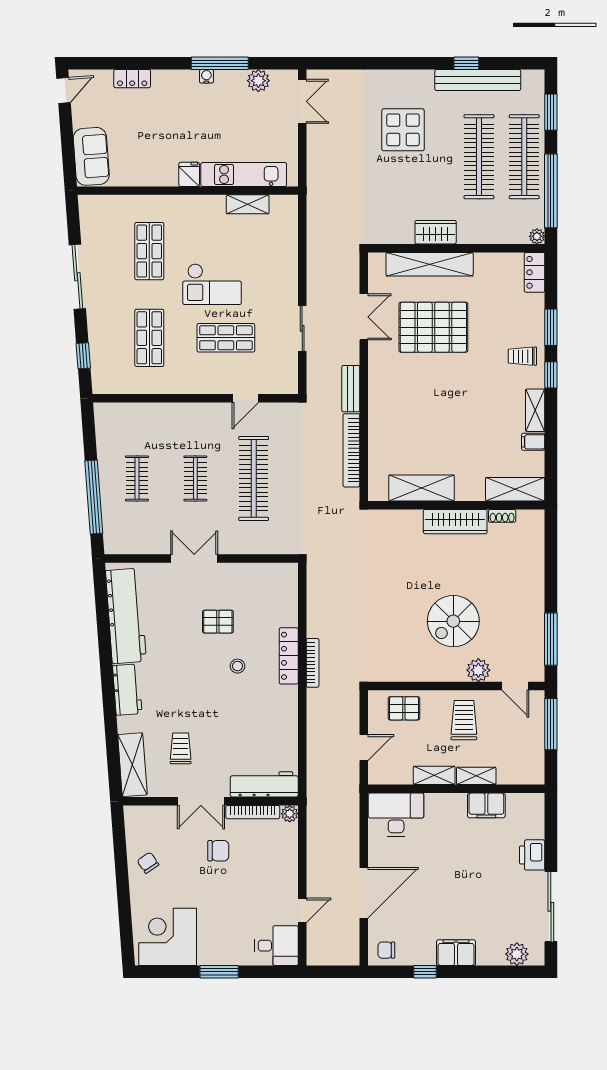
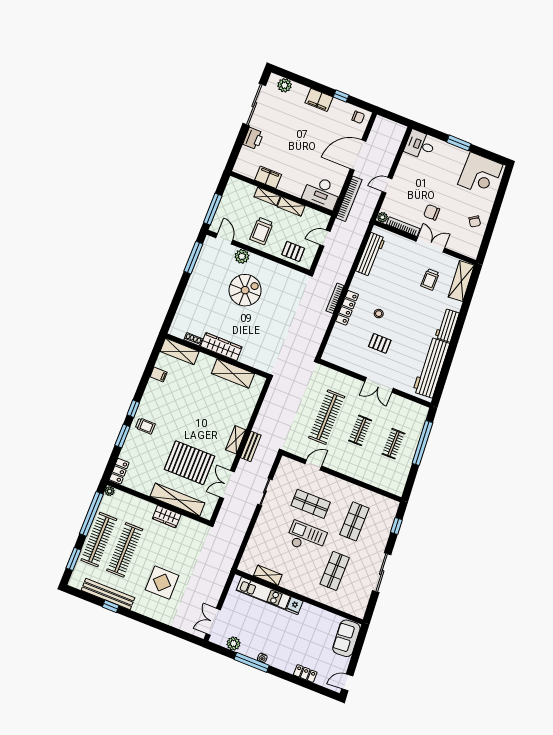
shelving: (535, 410) -> (236, 440), moved
bookcase: (351, 450) -> (349, 199), moved
workbench: (264, 784) -> (371, 254), moved, turned -90
door: (302, 910) -> (387, 185), moved

